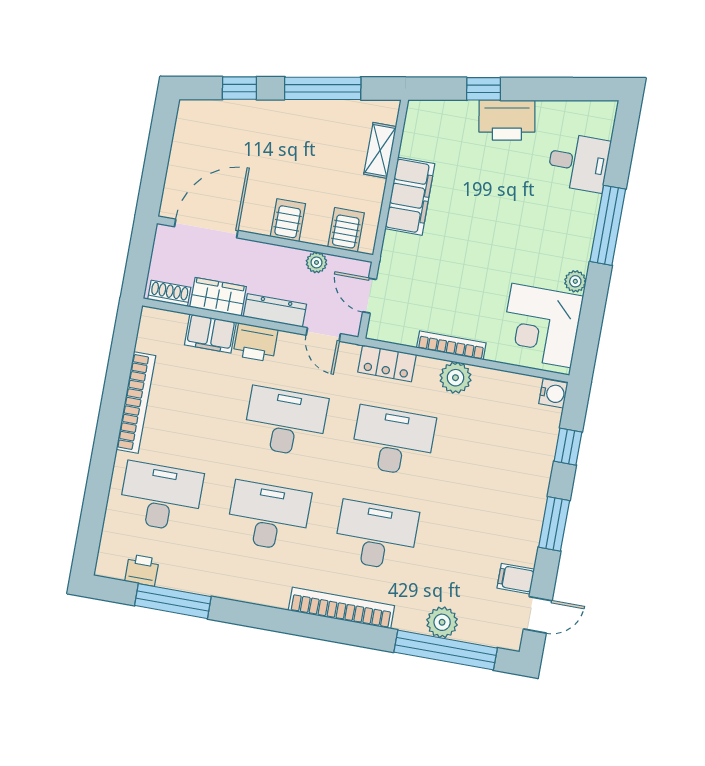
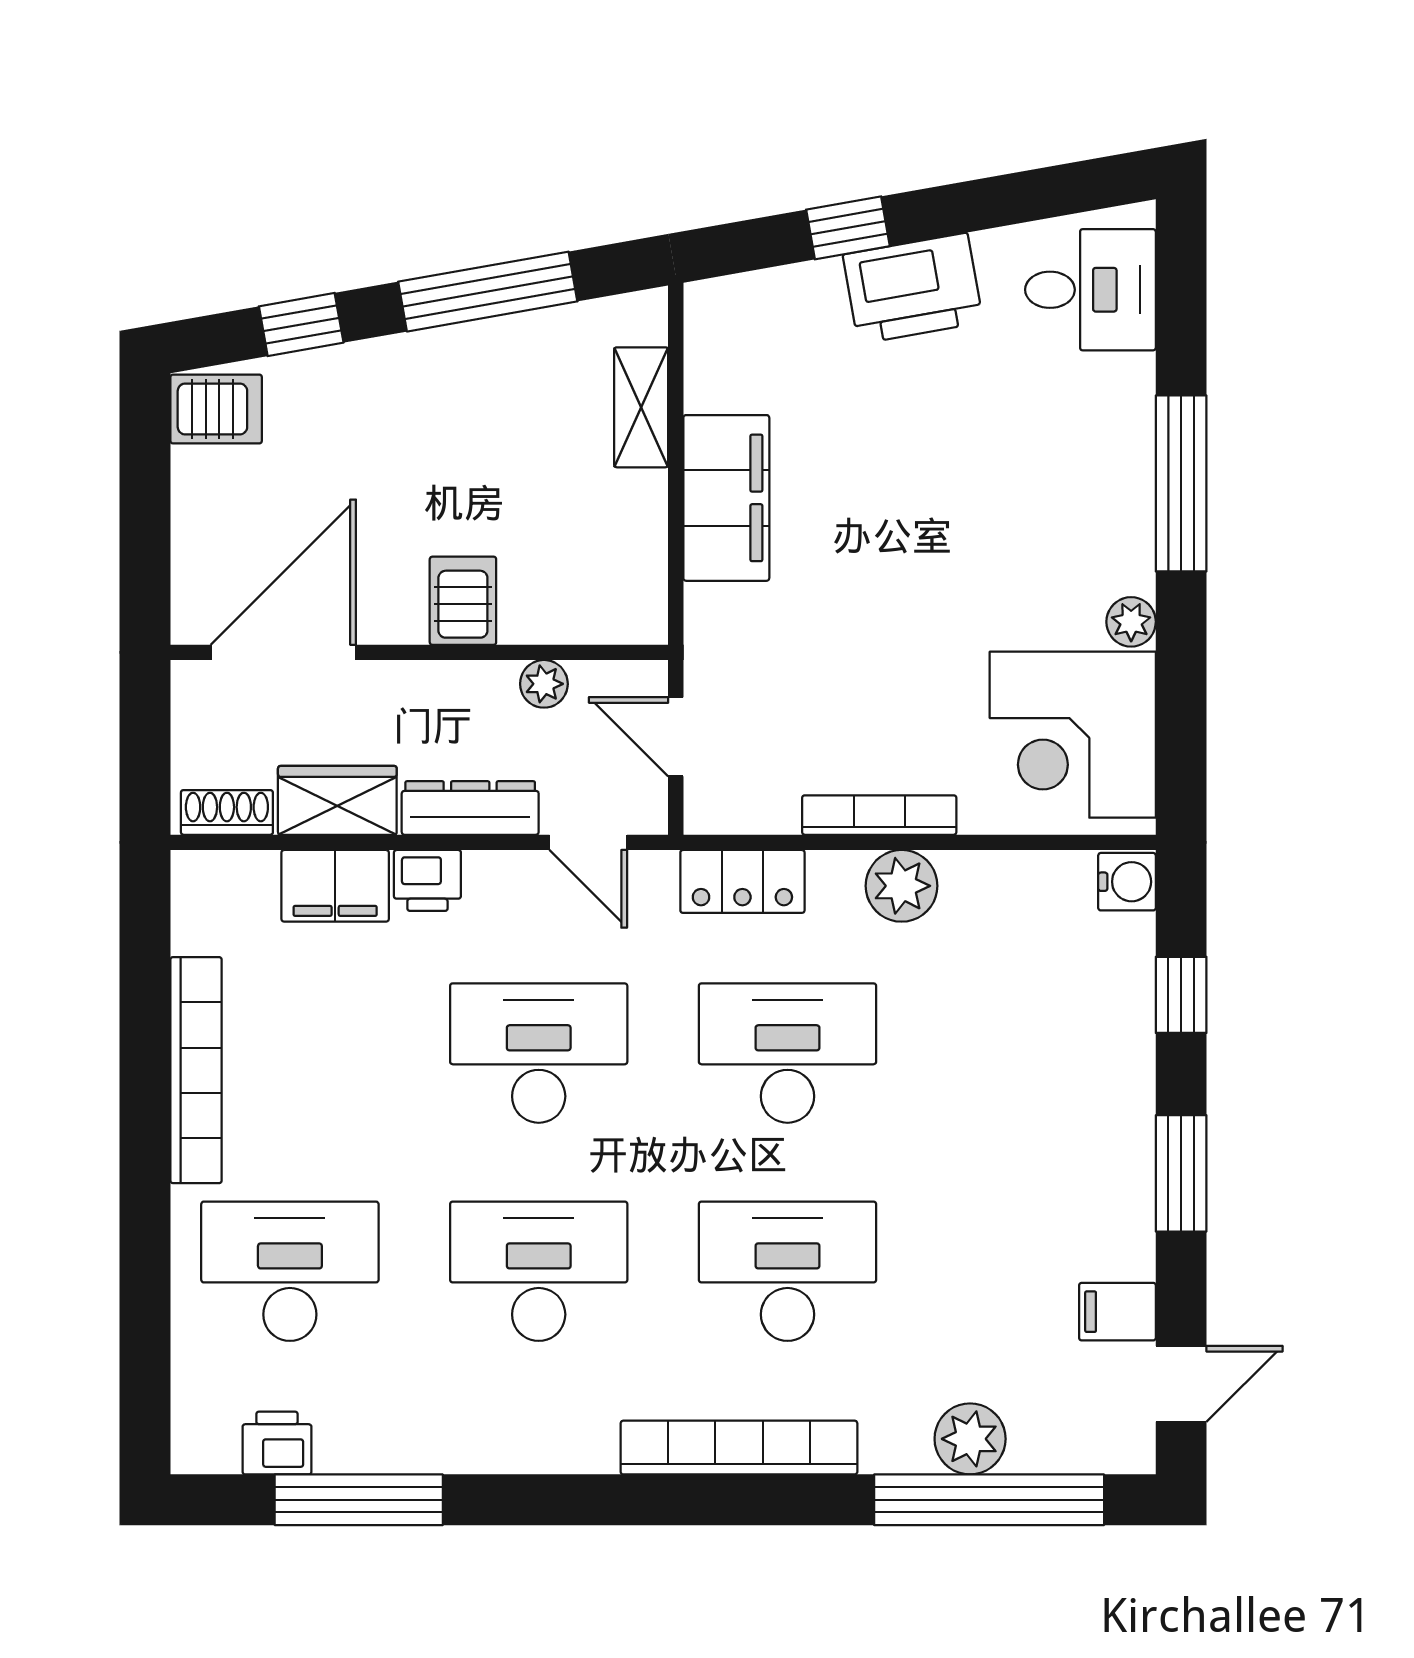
desk: (579, 162) -> (1090, 290), moved
server rack: (346, 230) -> (216, 409), moved, turned 90
printer: (255, 343) -> (427, 880), width x0.73, depth x0.81

